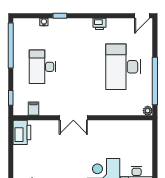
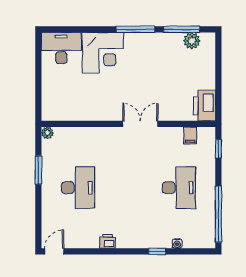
desk: (123, 67) -> (78, 188), width x0.73, depth x0.77
window: (155, 81) -> (38, 170), width x0.47

